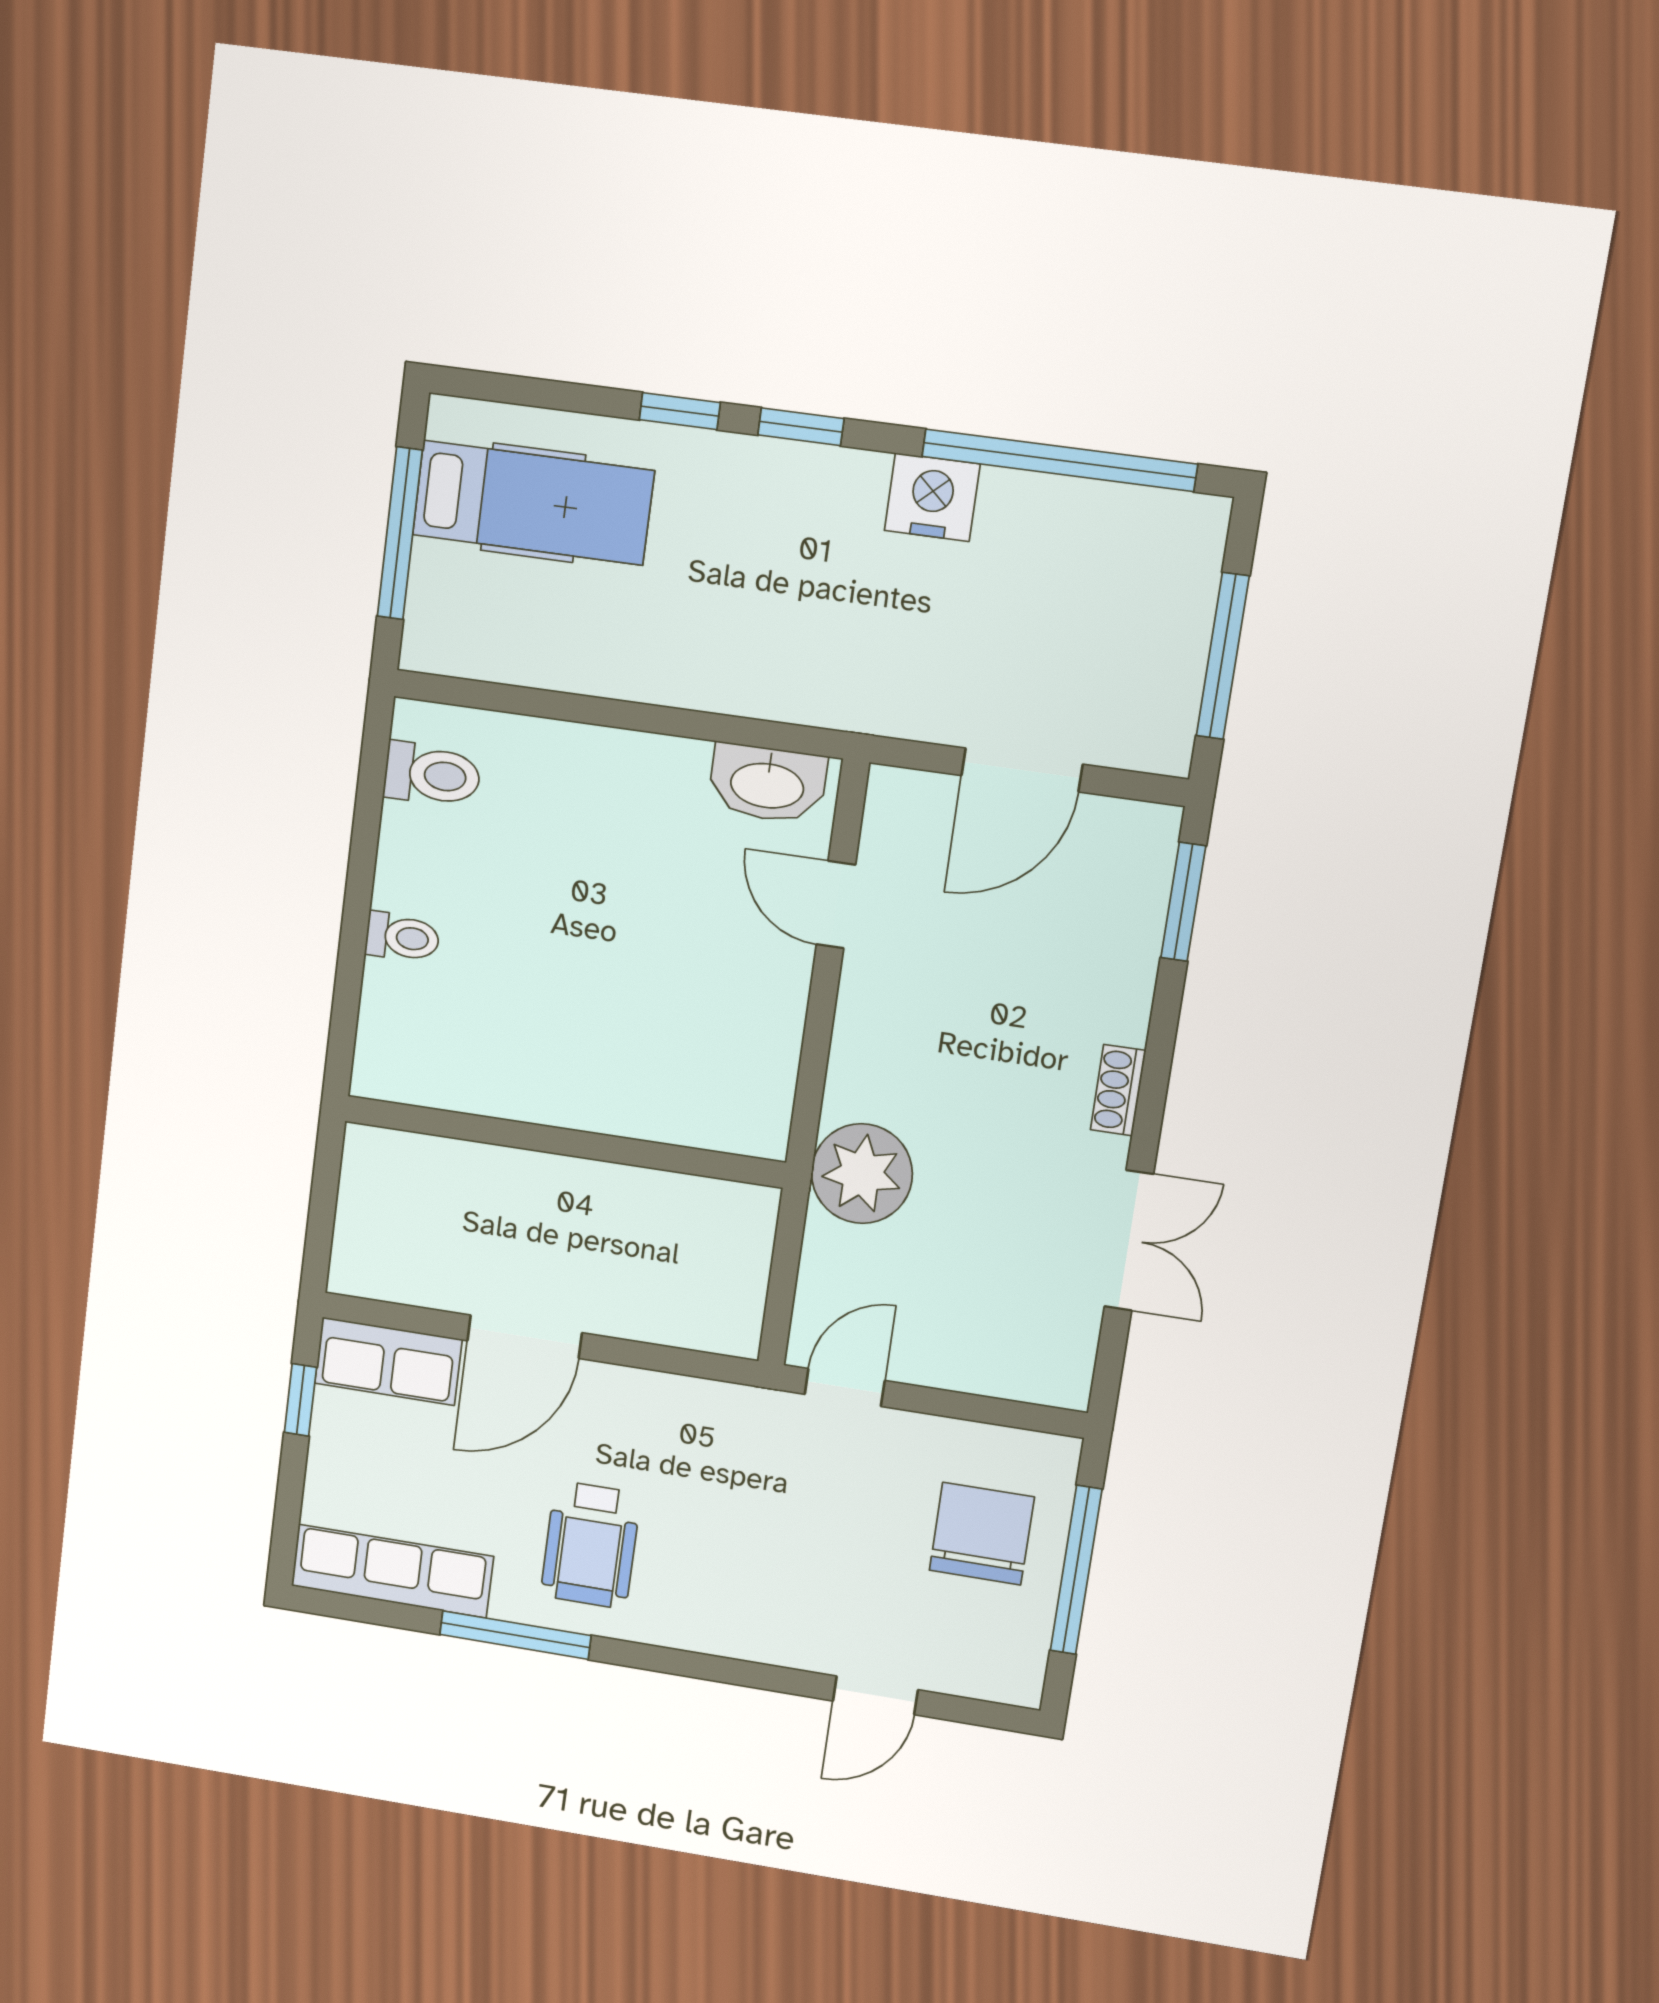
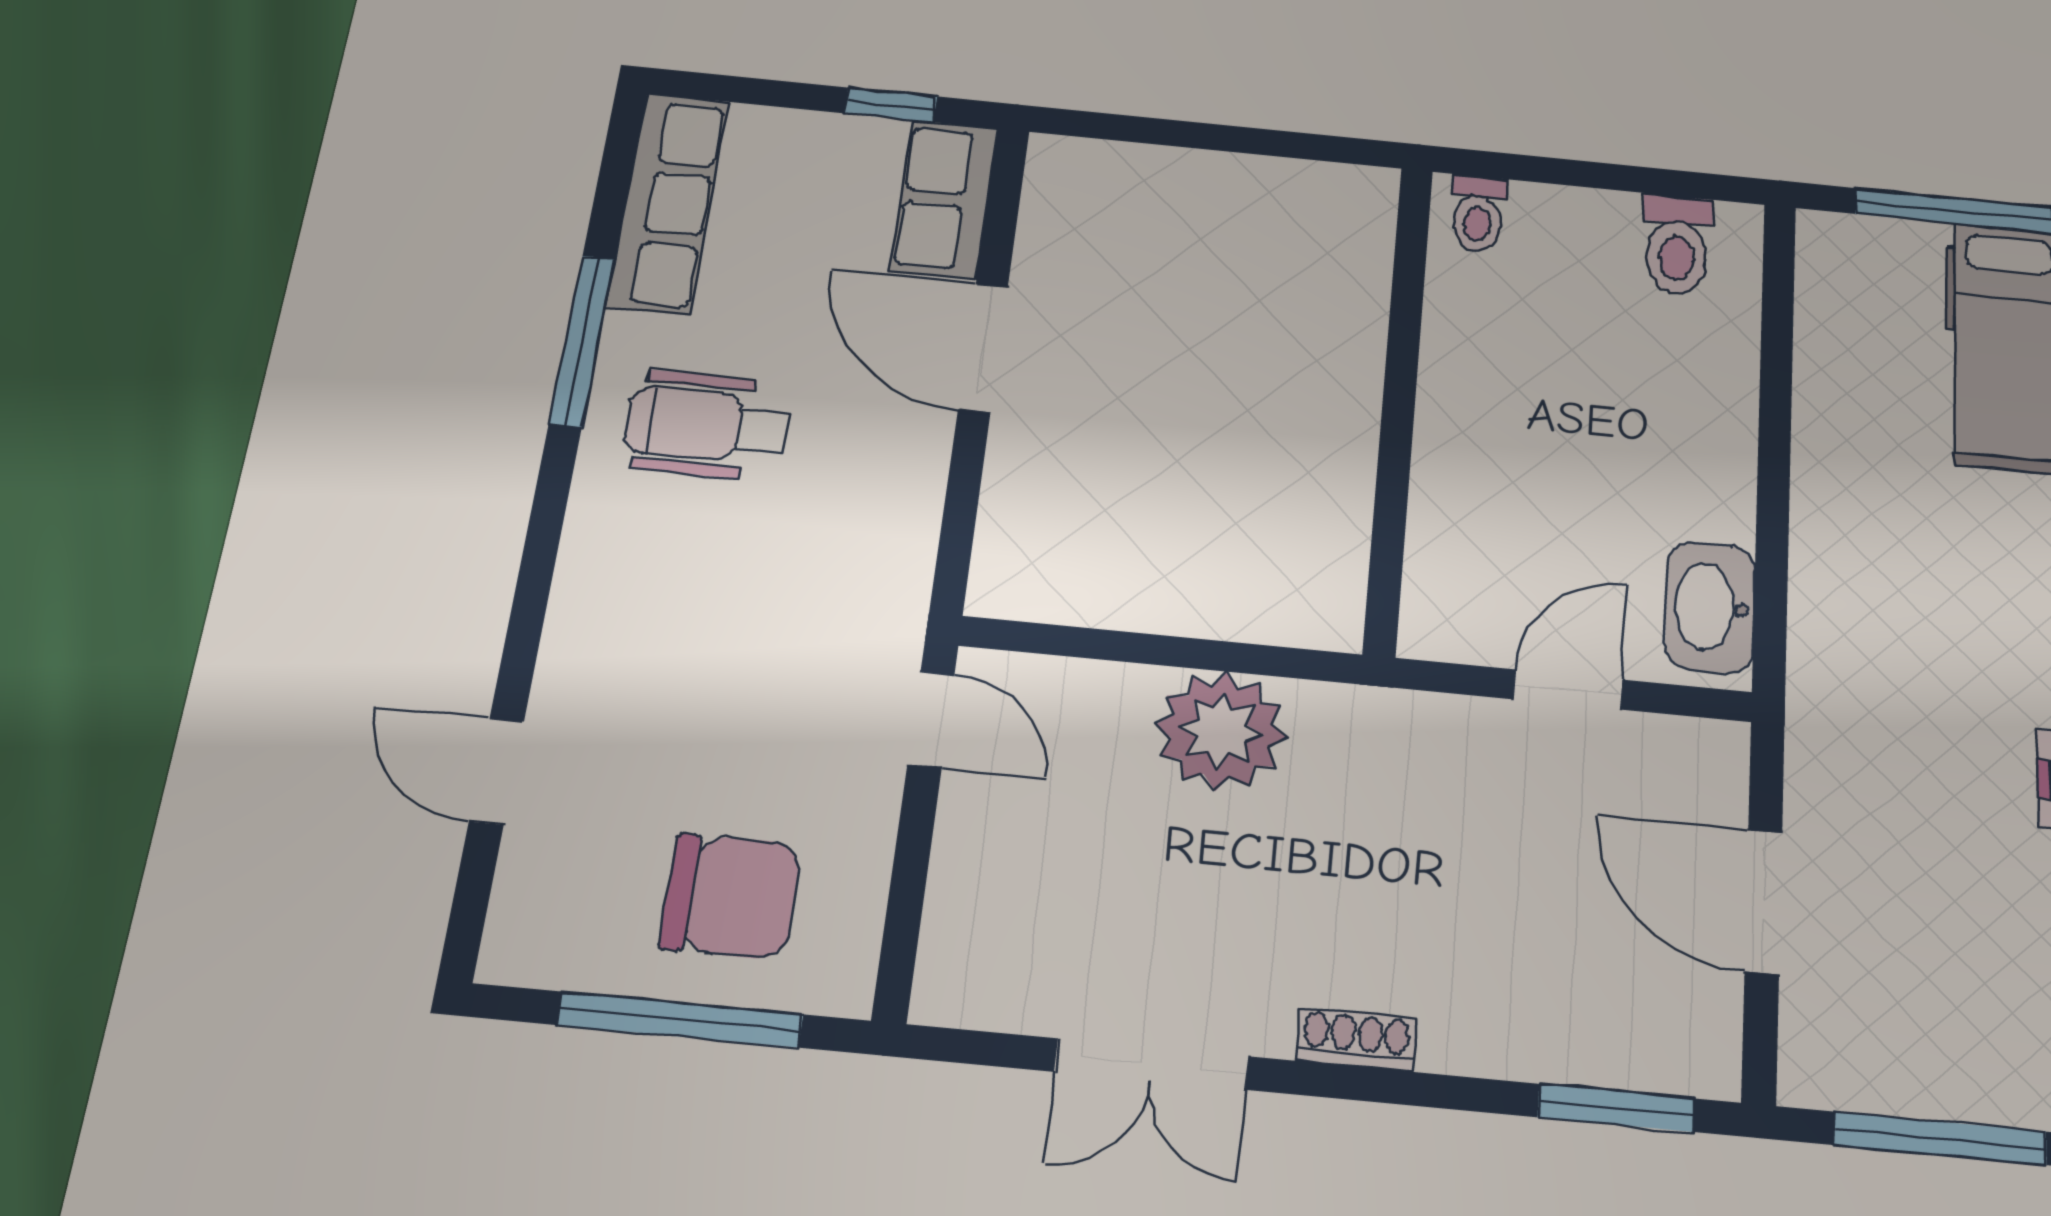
wall: (564, 1142) -> (1399, 405), moved

